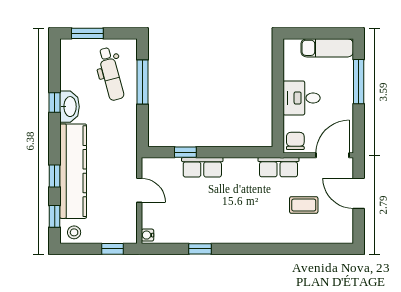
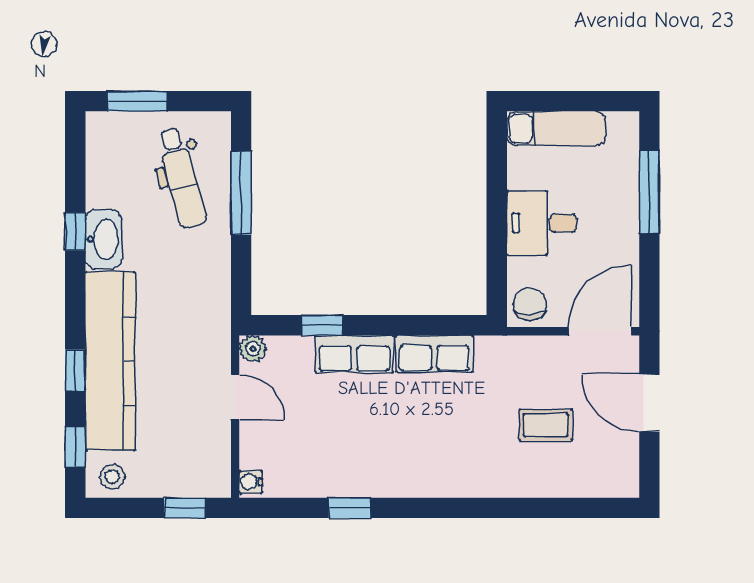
exam couch: (327, 48) -> (556, 128), moved
plant: (149, 165) -> (253, 349), added
row of seats: (279, 167) -> (434, 354), moved

